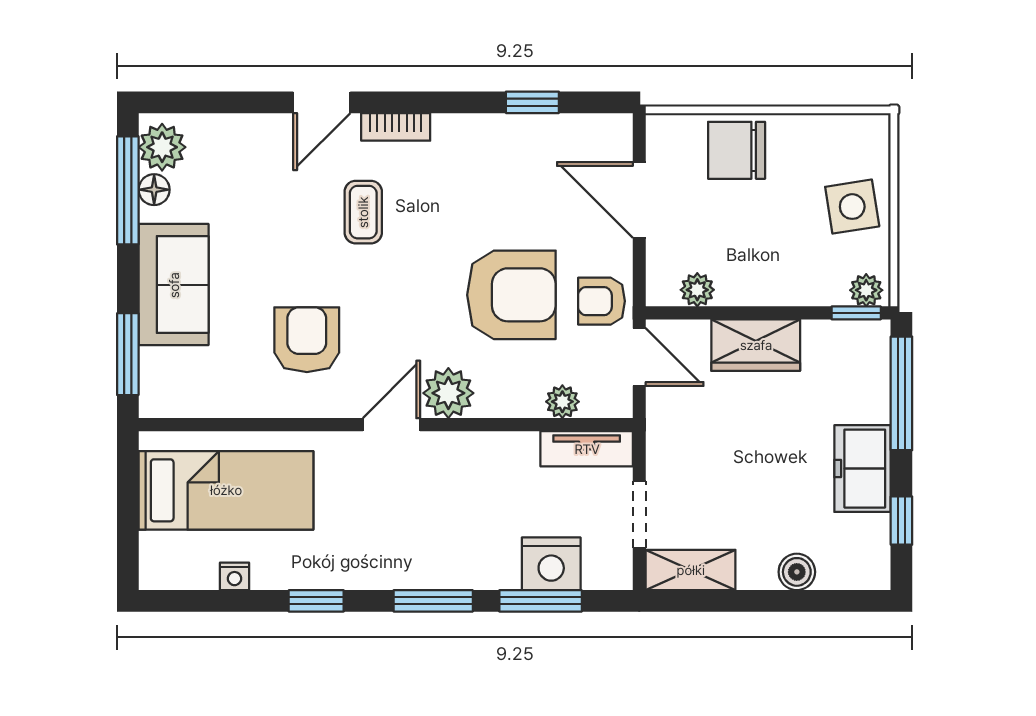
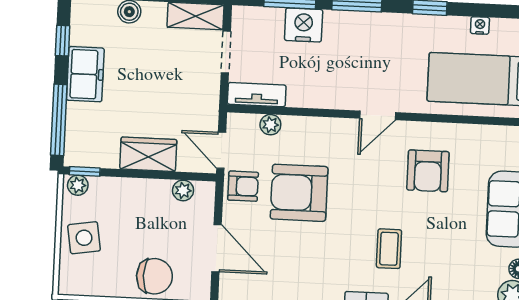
plant: (448, 393) -> (341, 133), removed
nightstand: (551, 564) -> (304, 25), moved

